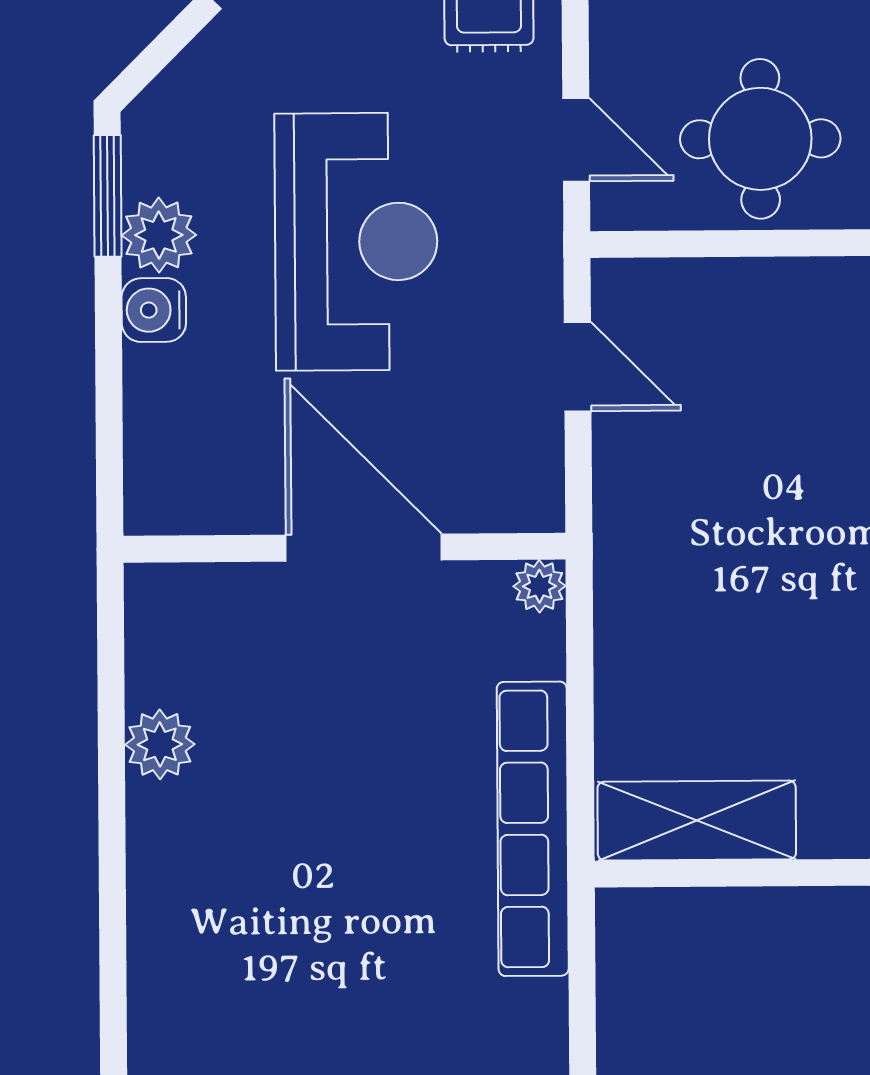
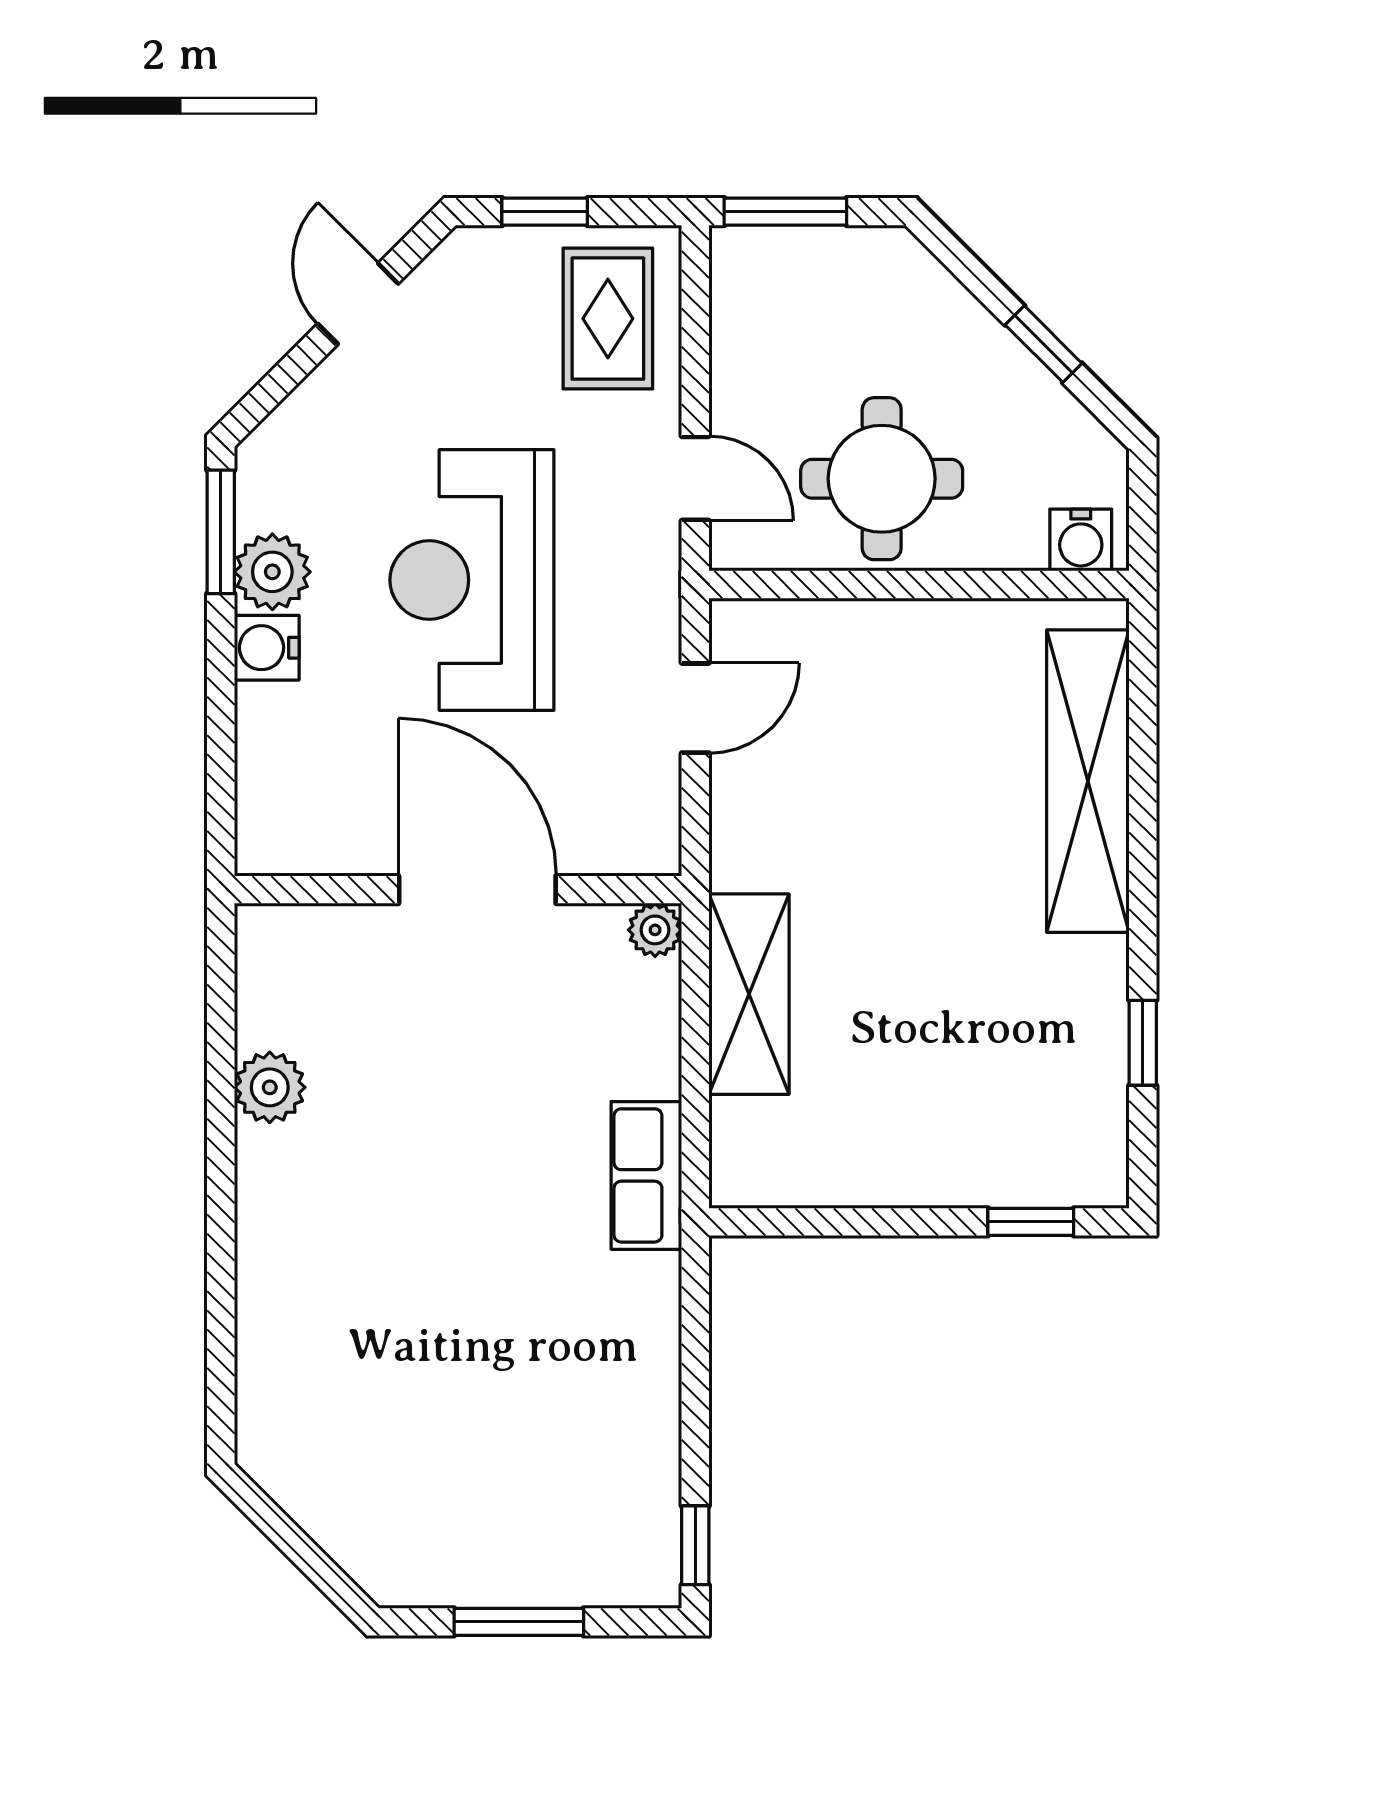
reception desk: (356, 242) -> (472, 580), turned 180
door: (578, 367) -> (695, 708), hinge flipped
shelving: (697, 820) -> (749, 994), moved, turned 90
row of seats: (533, 829) -> (646, 1175), width x0.50

